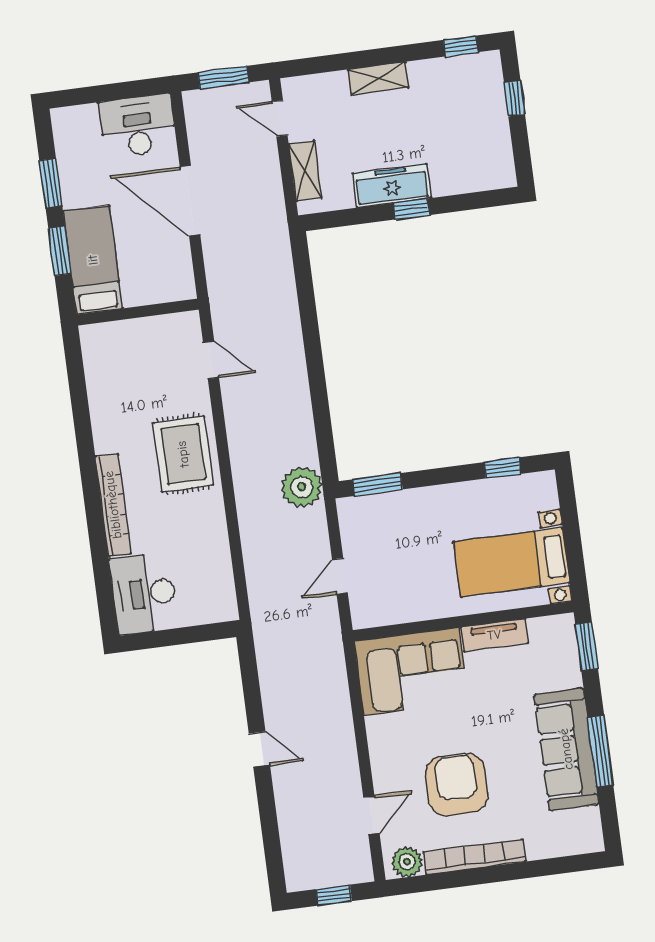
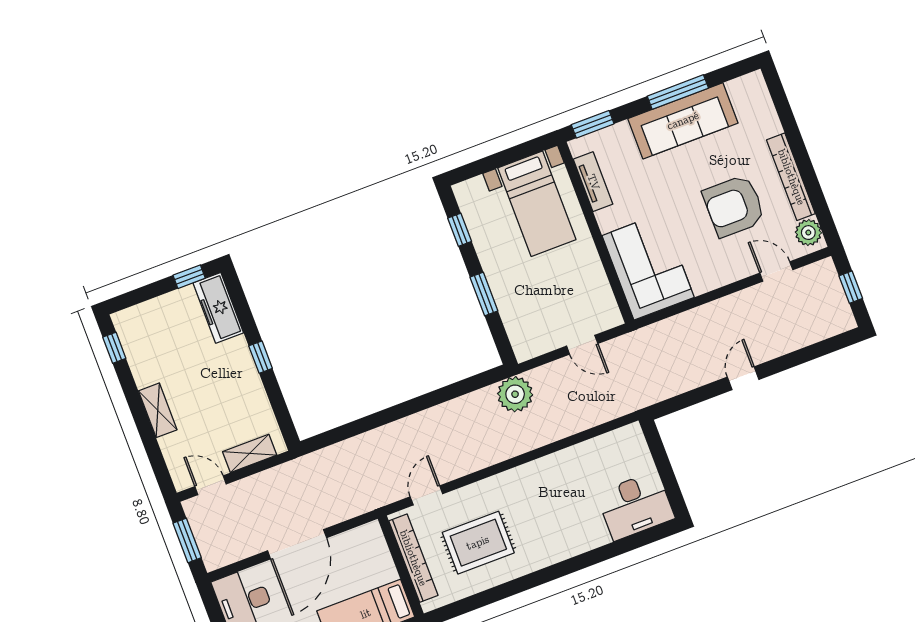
window: (514, 98) -> (189, 277), moved
door: (280, 118) -> (210, 485), swing flipped
freezer: (392, 186) -> (218, 308), moved
rug: (183, 454) -> (478, 543), moved
window: (378, 484) -> (484, 294), moved
bookcase: (113, 505) -> (413, 558), moved, turned 90
tv unit: (494, 635) -> (593, 182), moved

